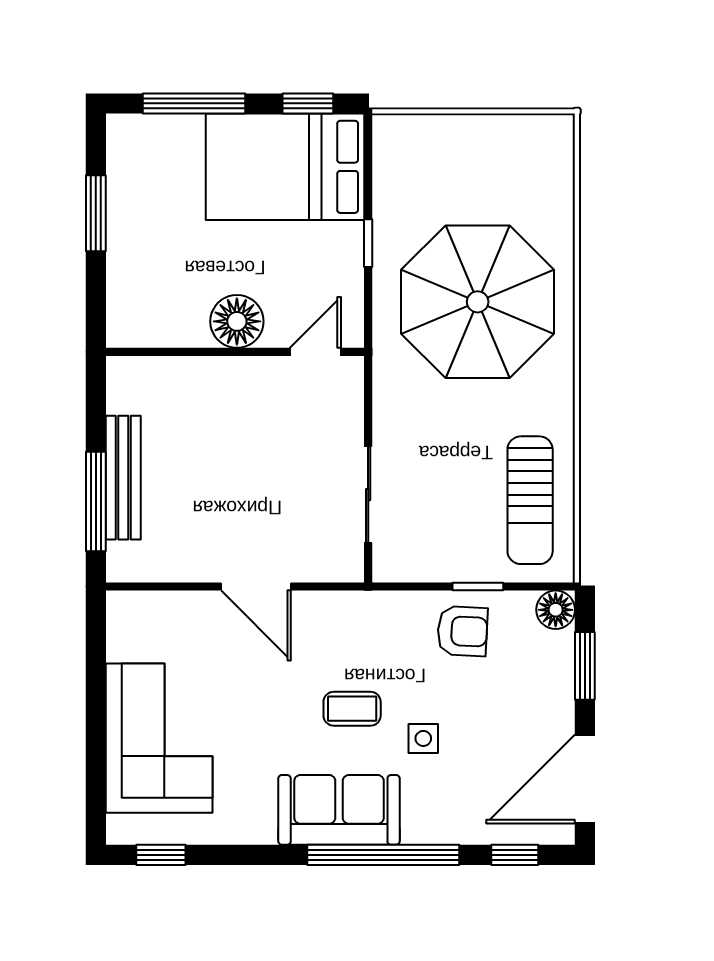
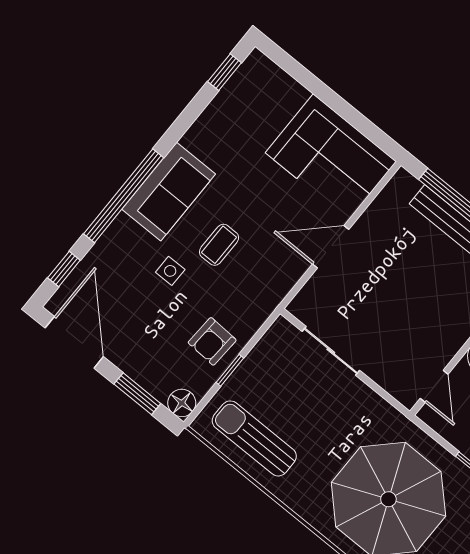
corner sofa: (159, 738) -> (331, 157), moved

